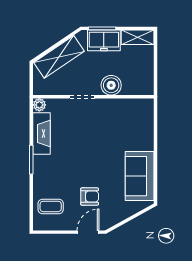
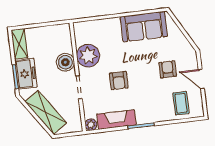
plant: (115, 111) -> (88, 56), added
armchair: (84, 141) -> (119, 81), added
door: (88, 232) -> (201, 79), moved

